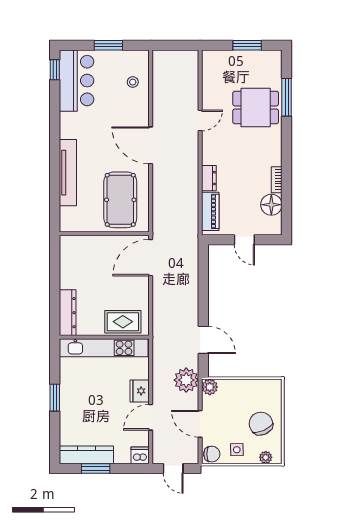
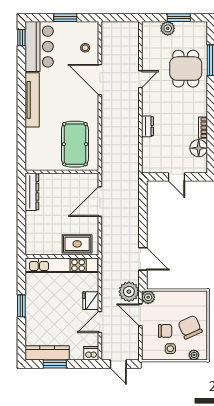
plant: (234, 58) -> (168, 28), added
dining table: (256, 107) -> (186, 69), turned 90
door: (151, 145) -> (100, 80), moved
tv unit: (68, 173) -> (32, 100), moved
piano: (210, 211) -> (149, 154), removed
door: (151, 258) -> (100, 202), moved
dresser: (68, 313) -> (32, 192), moved
door: (200, 424) -> (140, 315), moved
chair: (212, 454) -> (165, 331), moved

